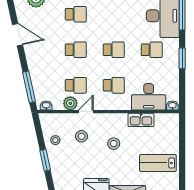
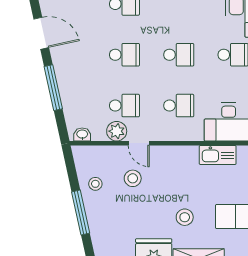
window: (29, 87) -> (53, 88), moved
door: (86, 112) -> (139, 143), swing flipped
stool: (114, 144) -> (185, 217), moved
window: (45, 160) -> (81, 212), width x1.44

